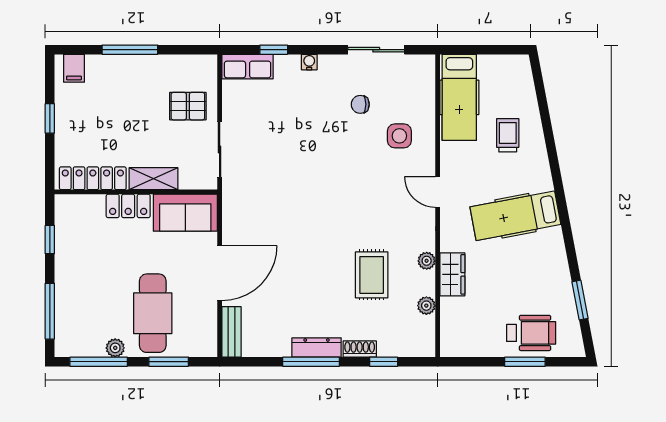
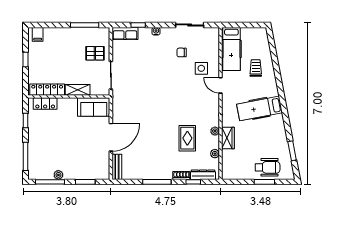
window: (130, 50) -> (85, 25), moved
door: (438, 192) -> (220, 85), moved
locker: (128, 206) -> (45, 104), moved
cafe table: (153, 313) -> (77, 157), removed
dresser: (317, 347) -> (203, 175), moved

